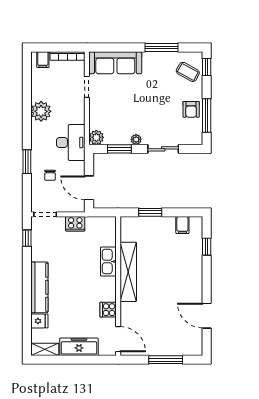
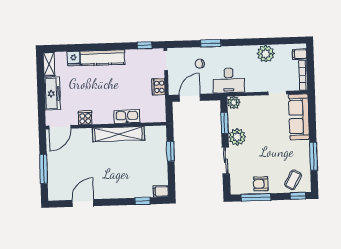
plant: (41, 111) -> (266, 54), moved
plant: (136, 139) -> (237, 137), width x1.87, depth x1.87
filing cabinet: (182, 225) -> (161, 191), moved

